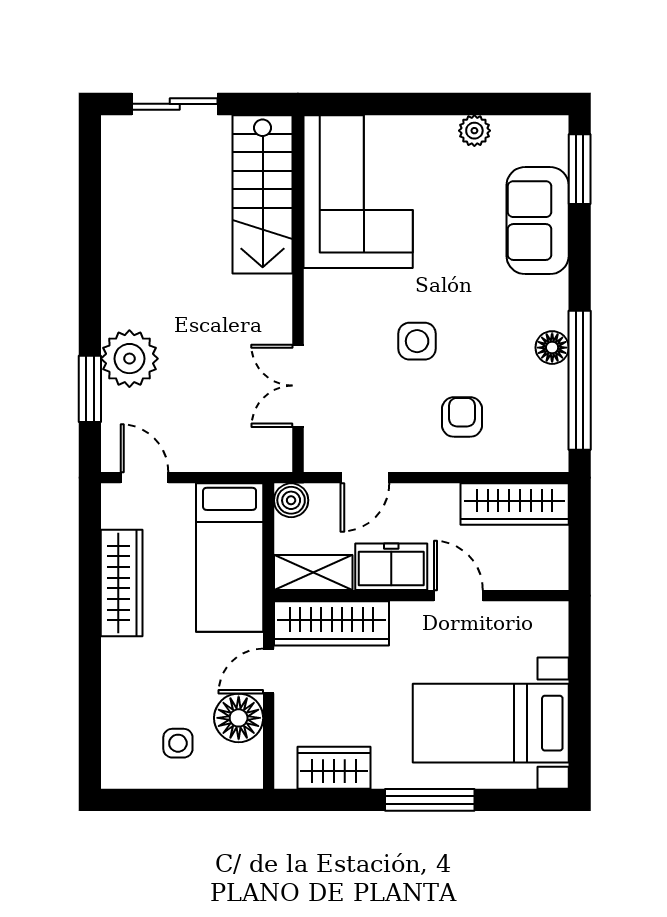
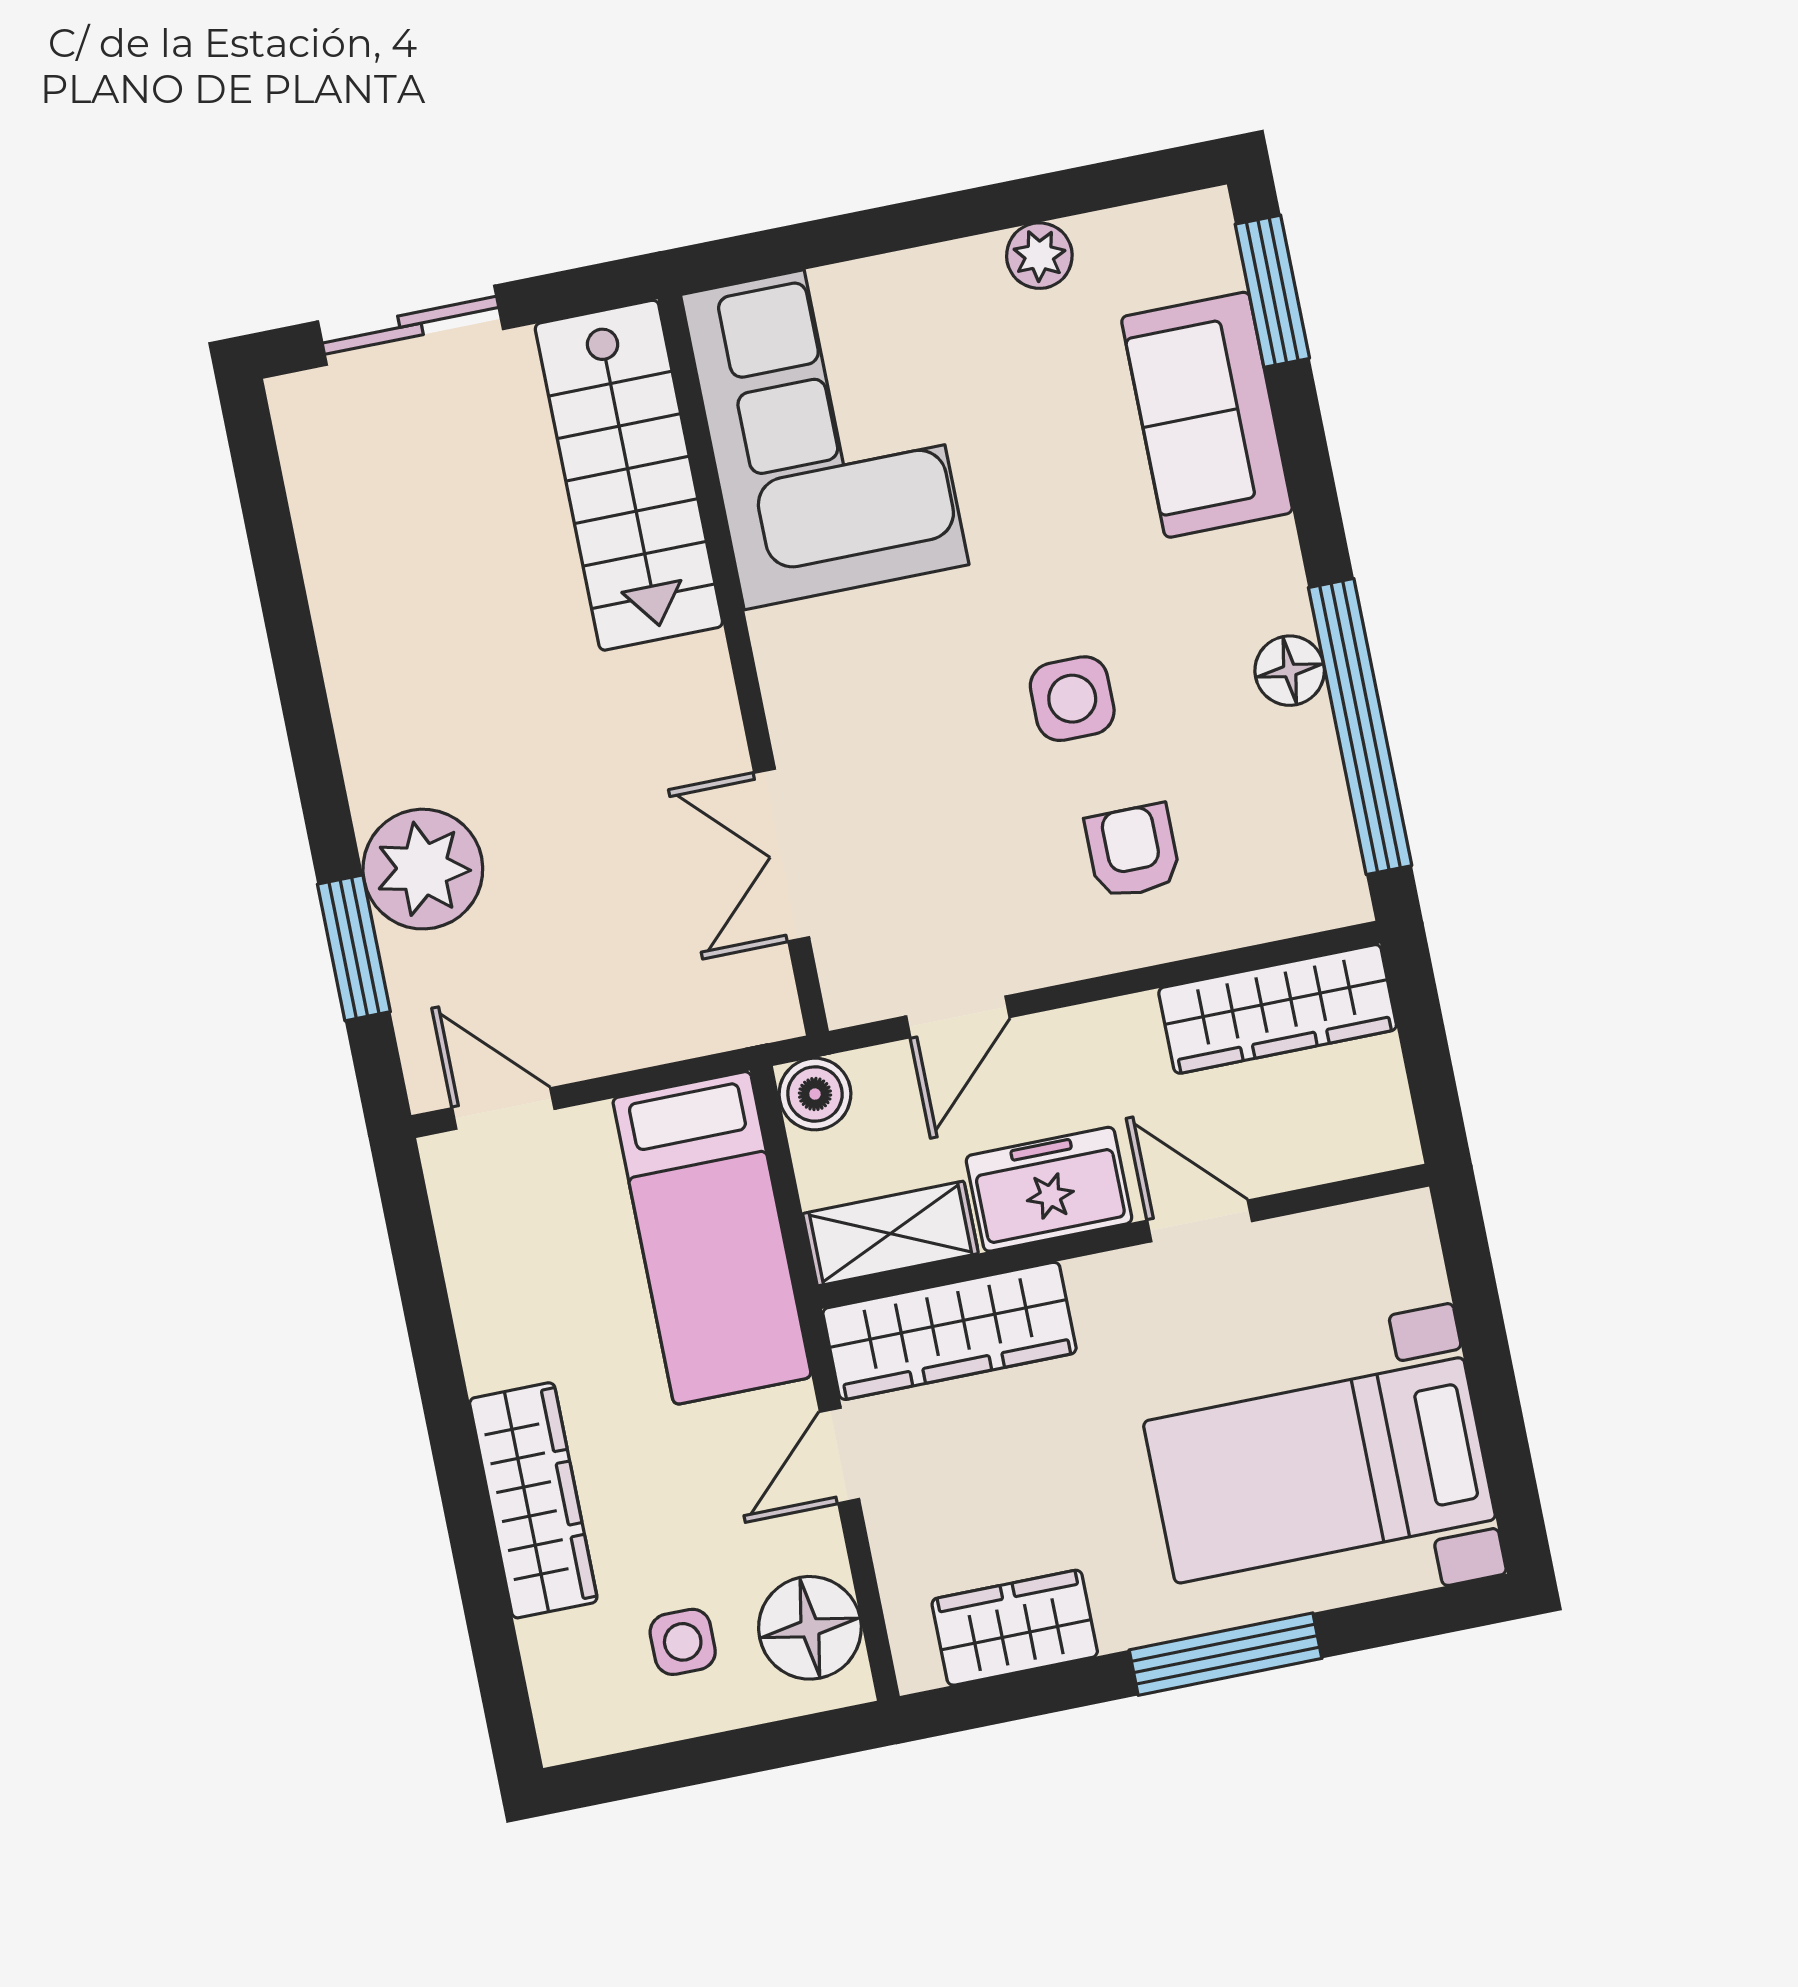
side table: (417, 341) -> (1072, 699), moved
wardrobe: (122, 583) -> (533, 1500), moved
floor lamp: (239, 718) -> (810, 1628), moved

